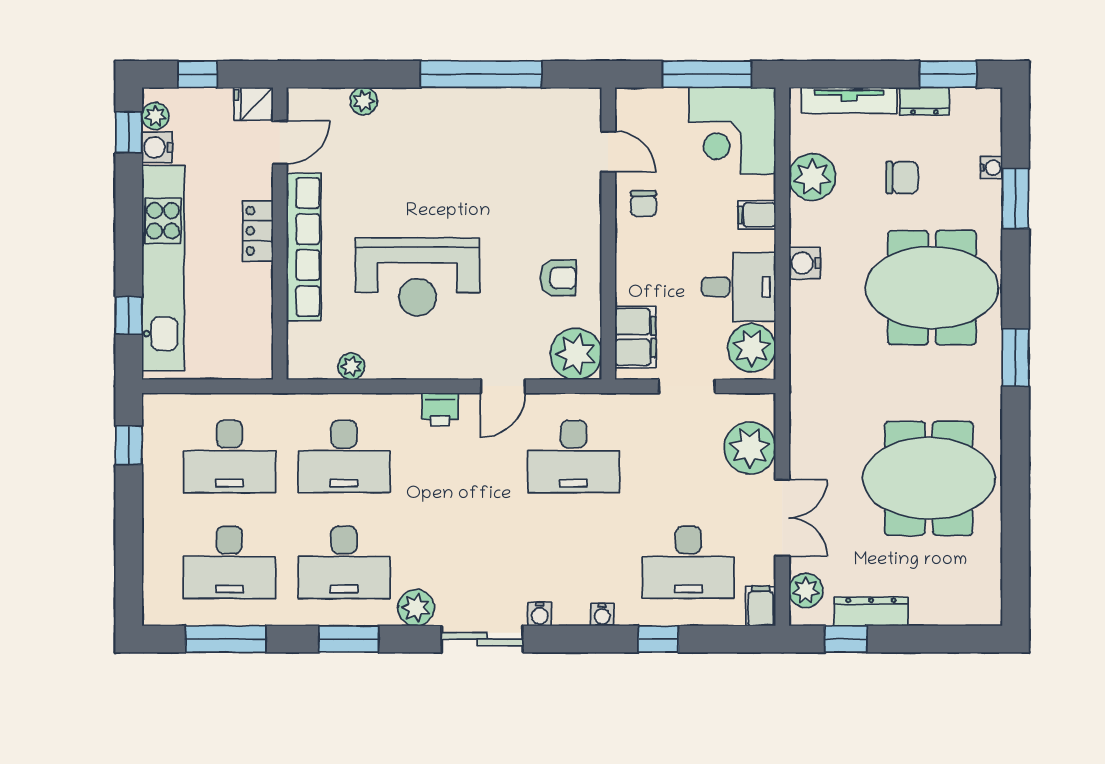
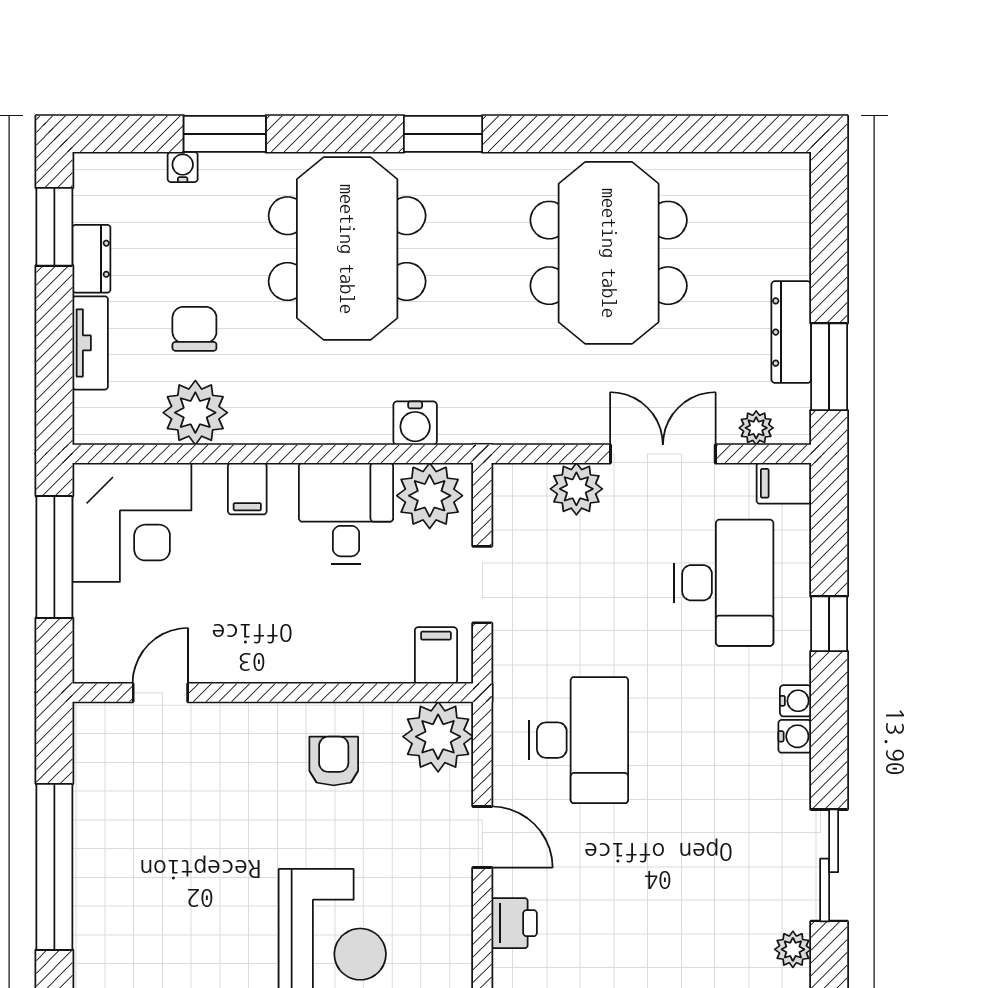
tv unit: (849, 100) -> (90, 343), width x0.71
chair: (902, 178) -> (194, 329), moved
chair: (643, 204) -> (232, 644), removed
water cooler: (805, 263) -> (415, 423), moved
filing cabinet: (635, 337) -> (436, 655), width x0.50
plant: (750, 448) -> (576, 489), width x0.73, depth x0.73
plant: (806, 591) -> (756, 428), width x0.73, depth x0.73
plant: (416, 608) -> (793, 949), width x0.73, depth x0.73
water cooler: (540, 614) -> (795, 736), moved
window: (846, 639) -> (829, 367), width x1.50

